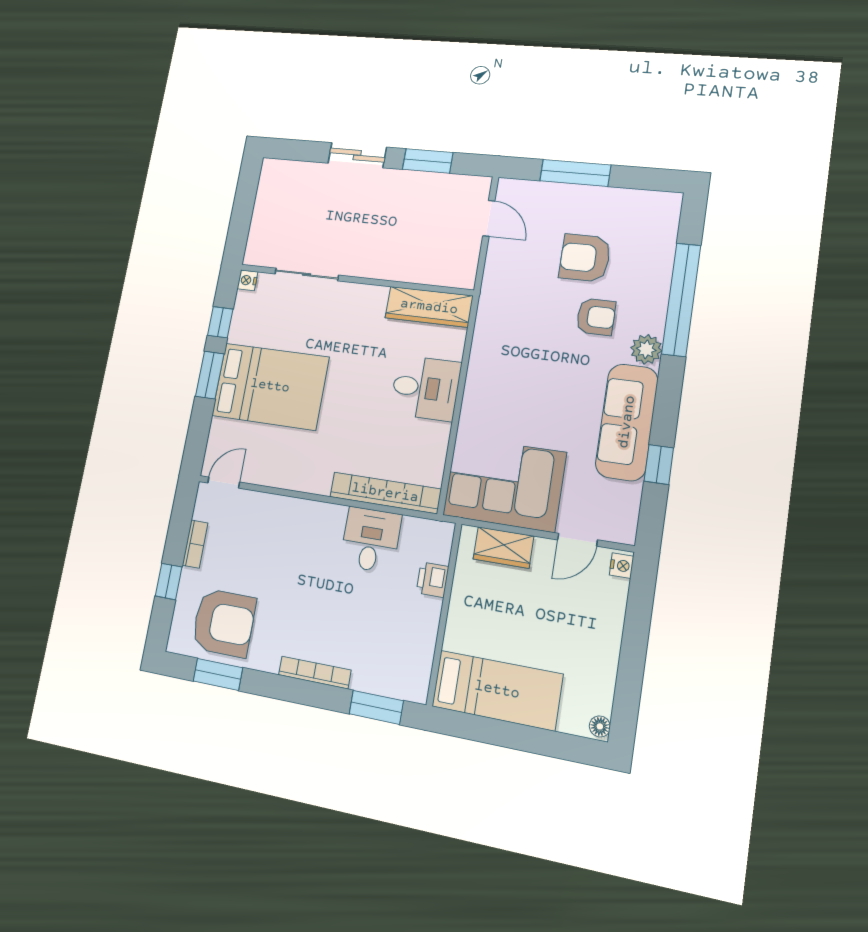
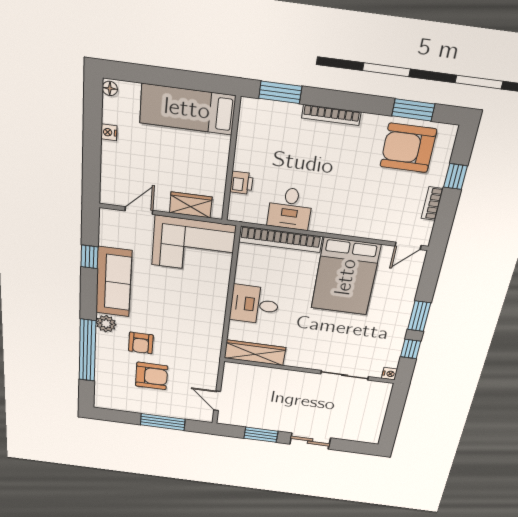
armchair: (596, 317) -> (141, 343), turned -90
bed: (270, 386) -> (346, 277), moved, turned -90
nightstand: (622, 566) -> (109, 132), moved

